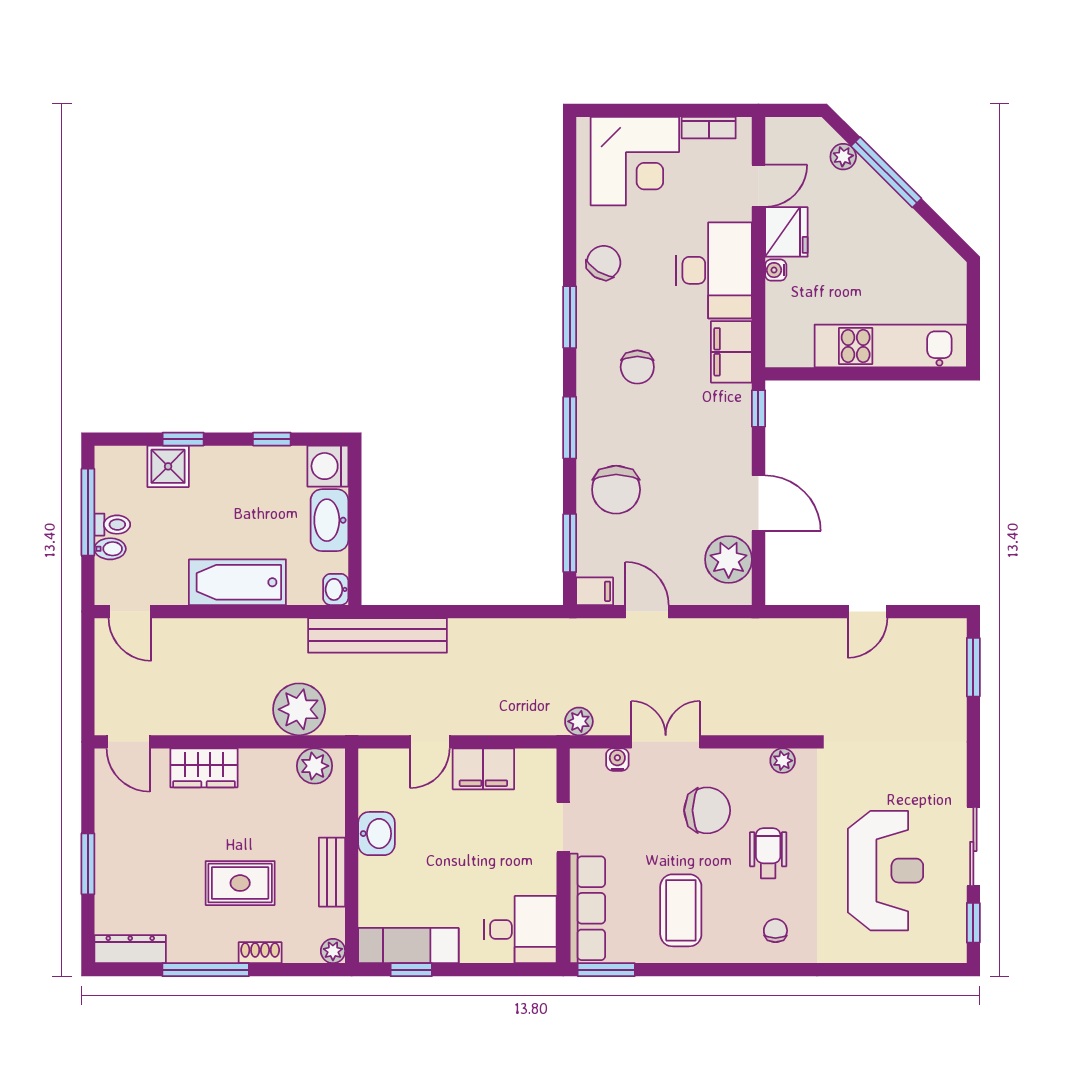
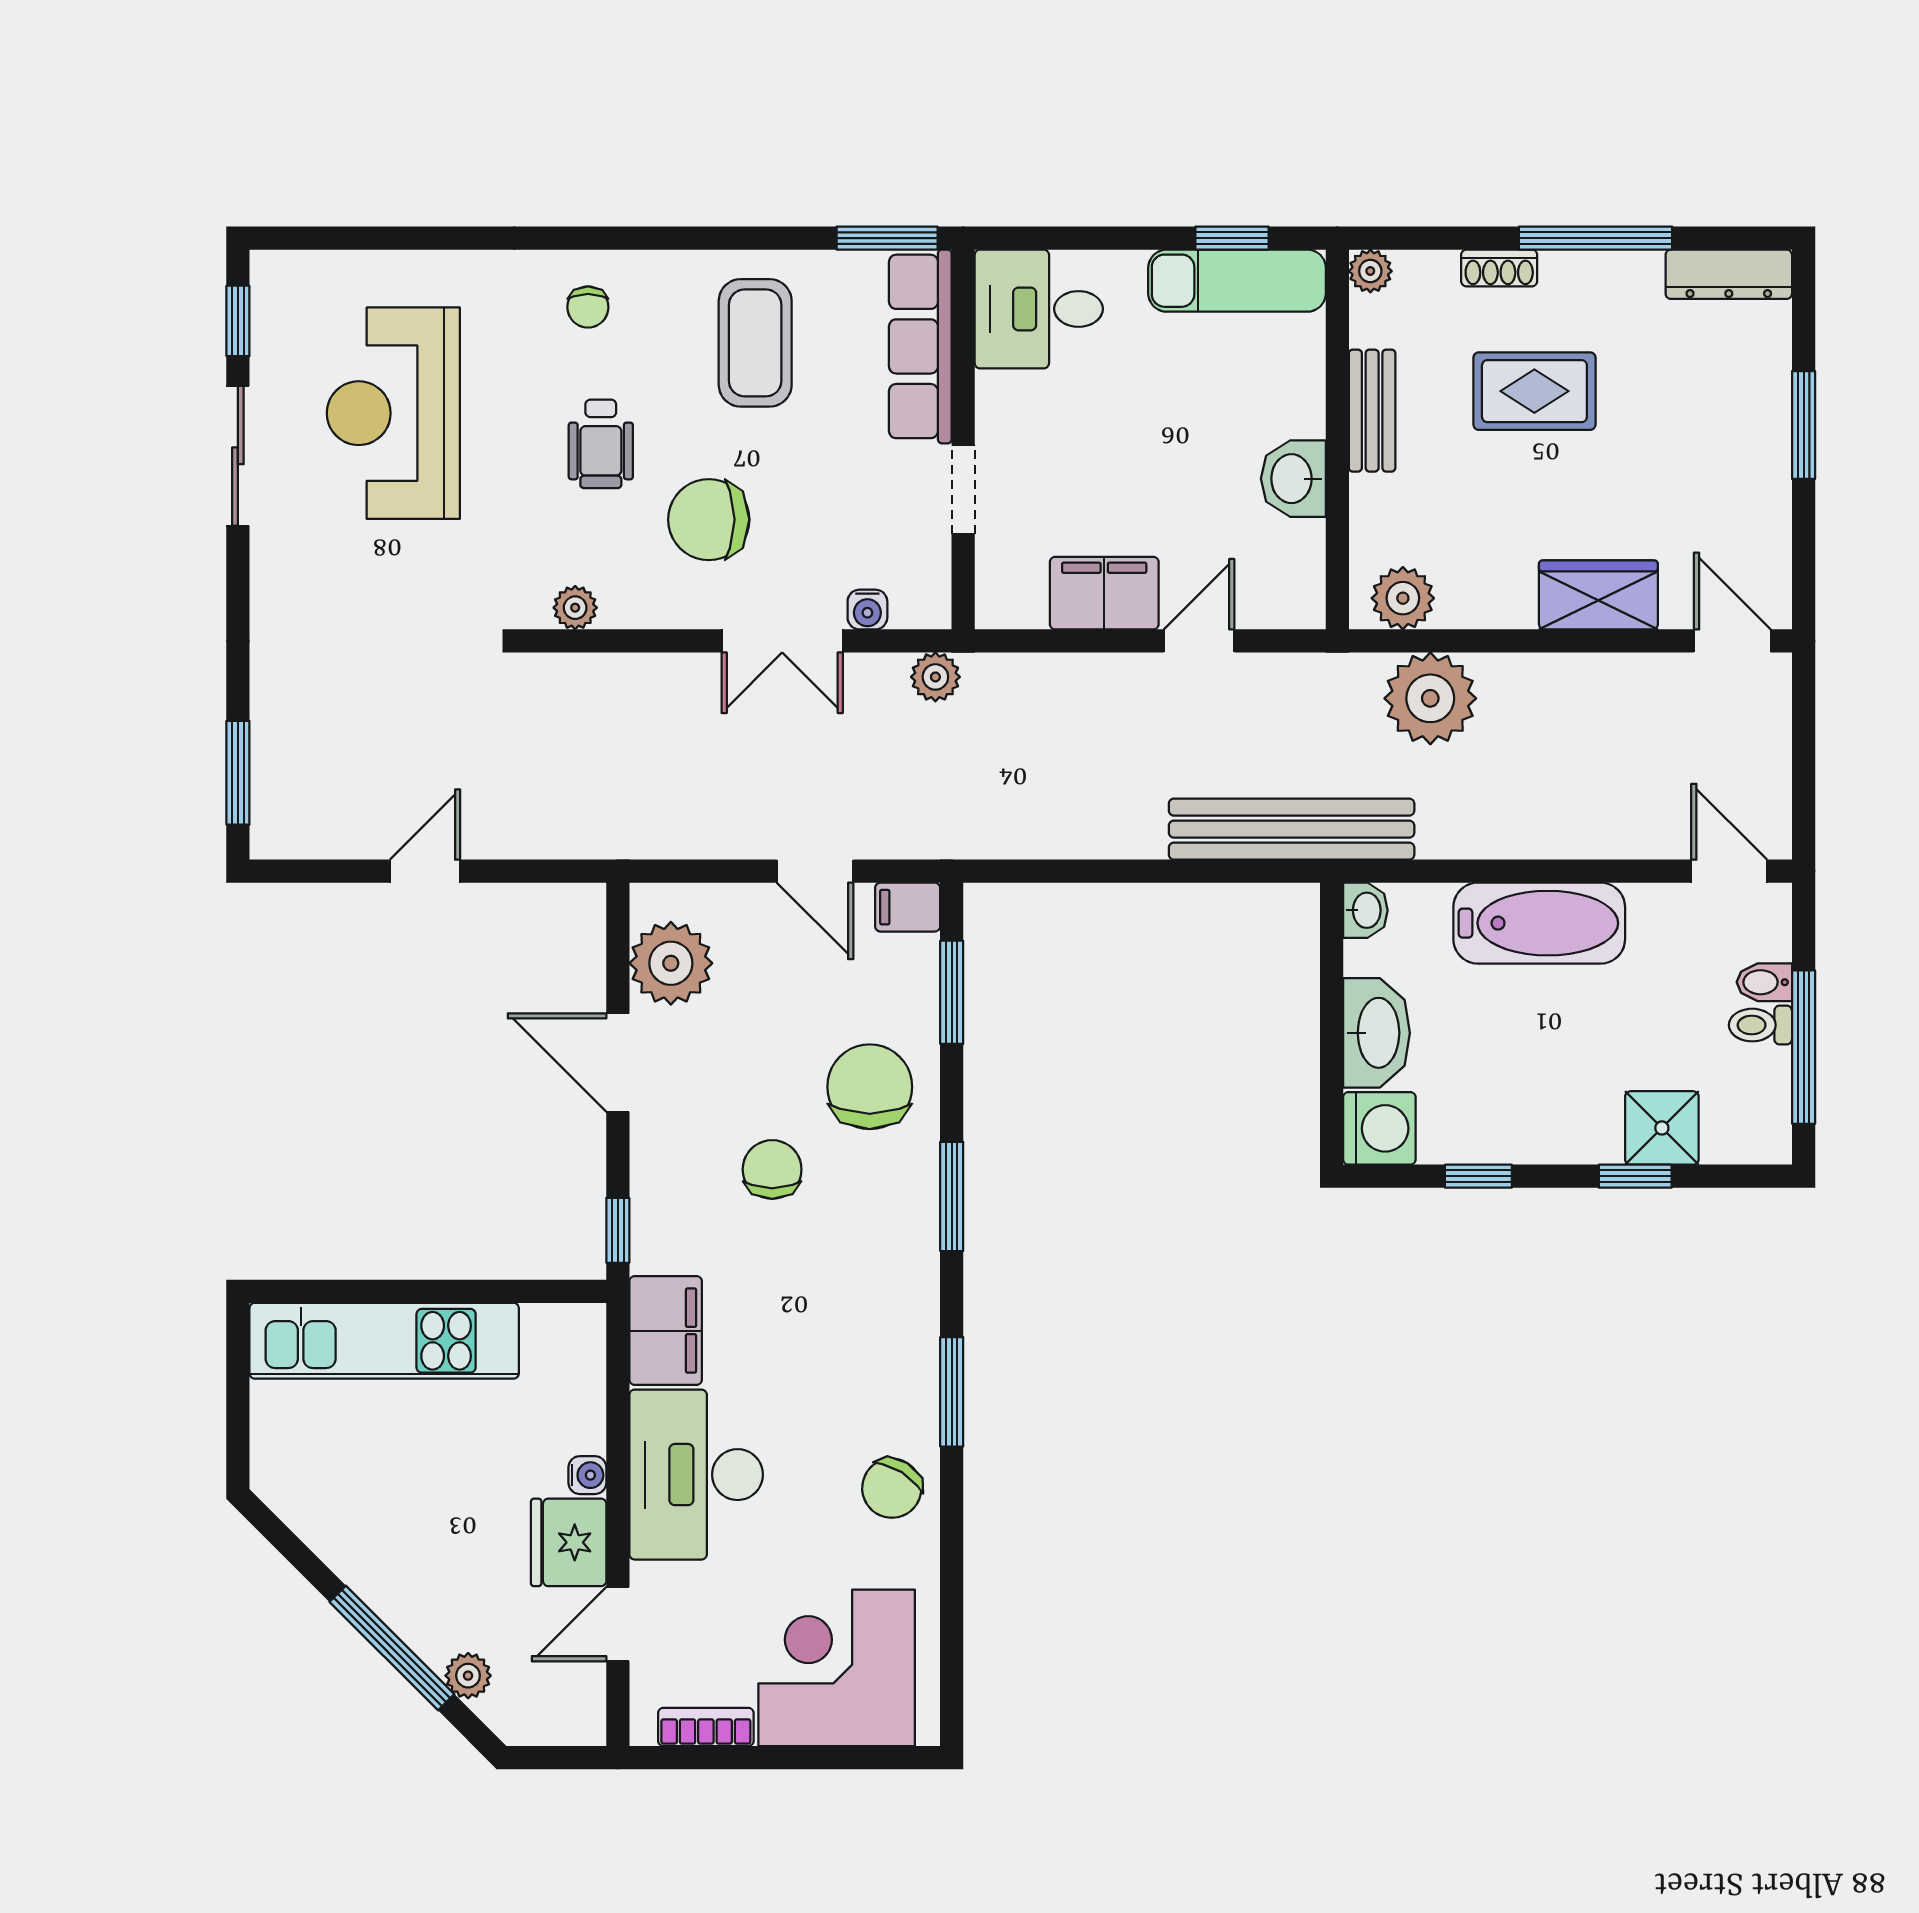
chair: (637, 367) -> (772, 1169), moved

